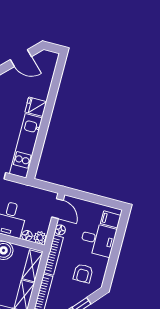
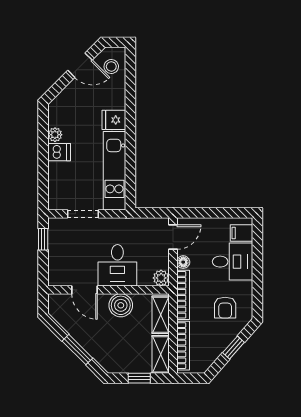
stool: (45, 65) -> (111, 66), added
door: (57, 209) -> (173, 237), hinge flipped
floor lamp: (27, 236) -> (145, 280), removed

